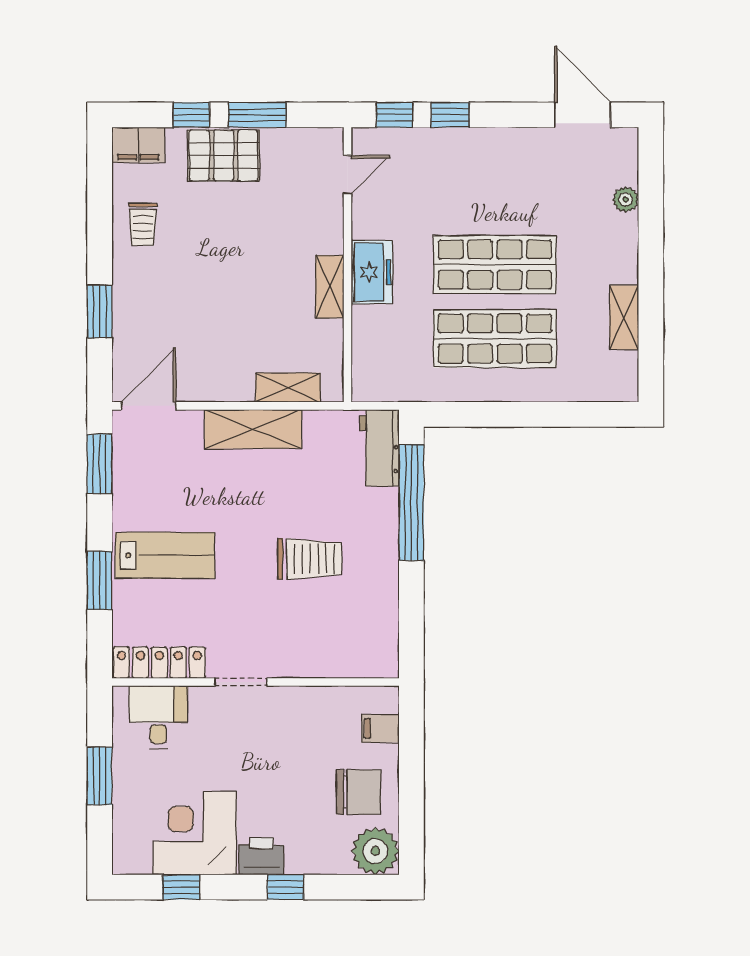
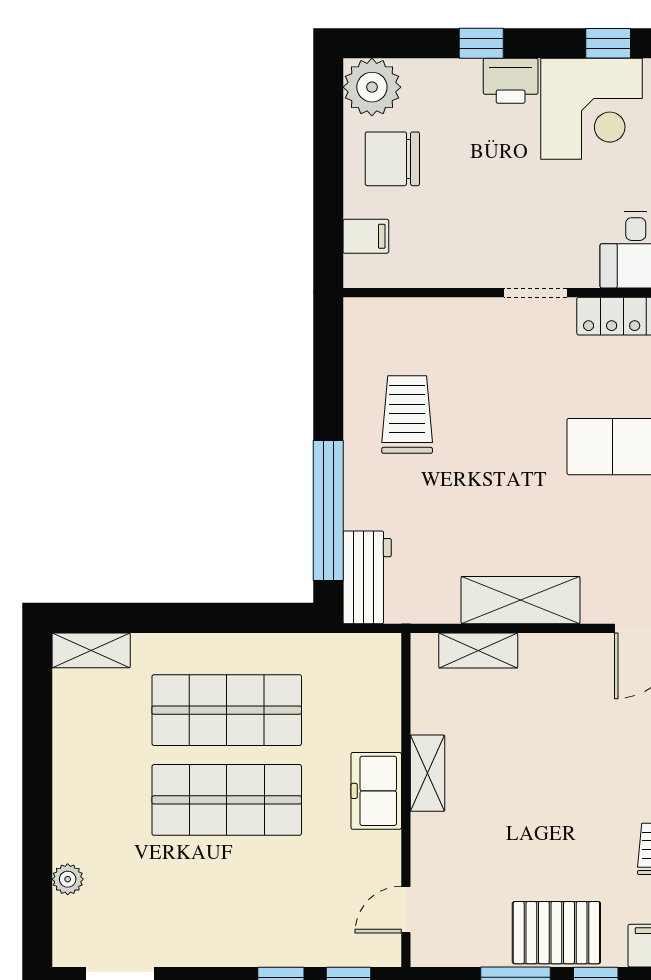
shelving: (624, 318) -> (91, 650), moved, turned 90
trolley: (310, 559) -> (407, 414), moved, turned 90

